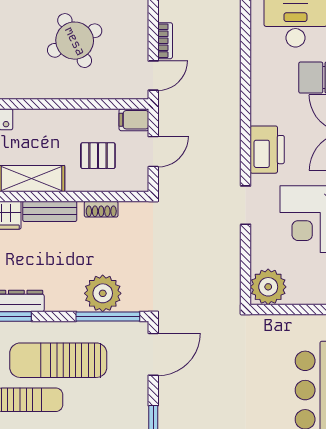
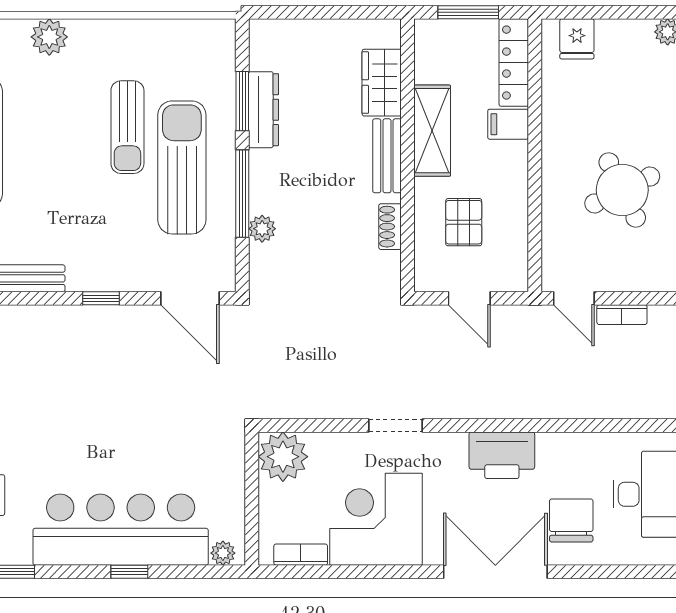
filing cabinet: (134, 120) -> (508, 124), moved, turned -90
printer: (267, 150) -> (502, 455), moved
plant: (103, 293) -> (262, 229), width x0.53, depth x0.53
window: (108, 316) -> (242, 194), moved

